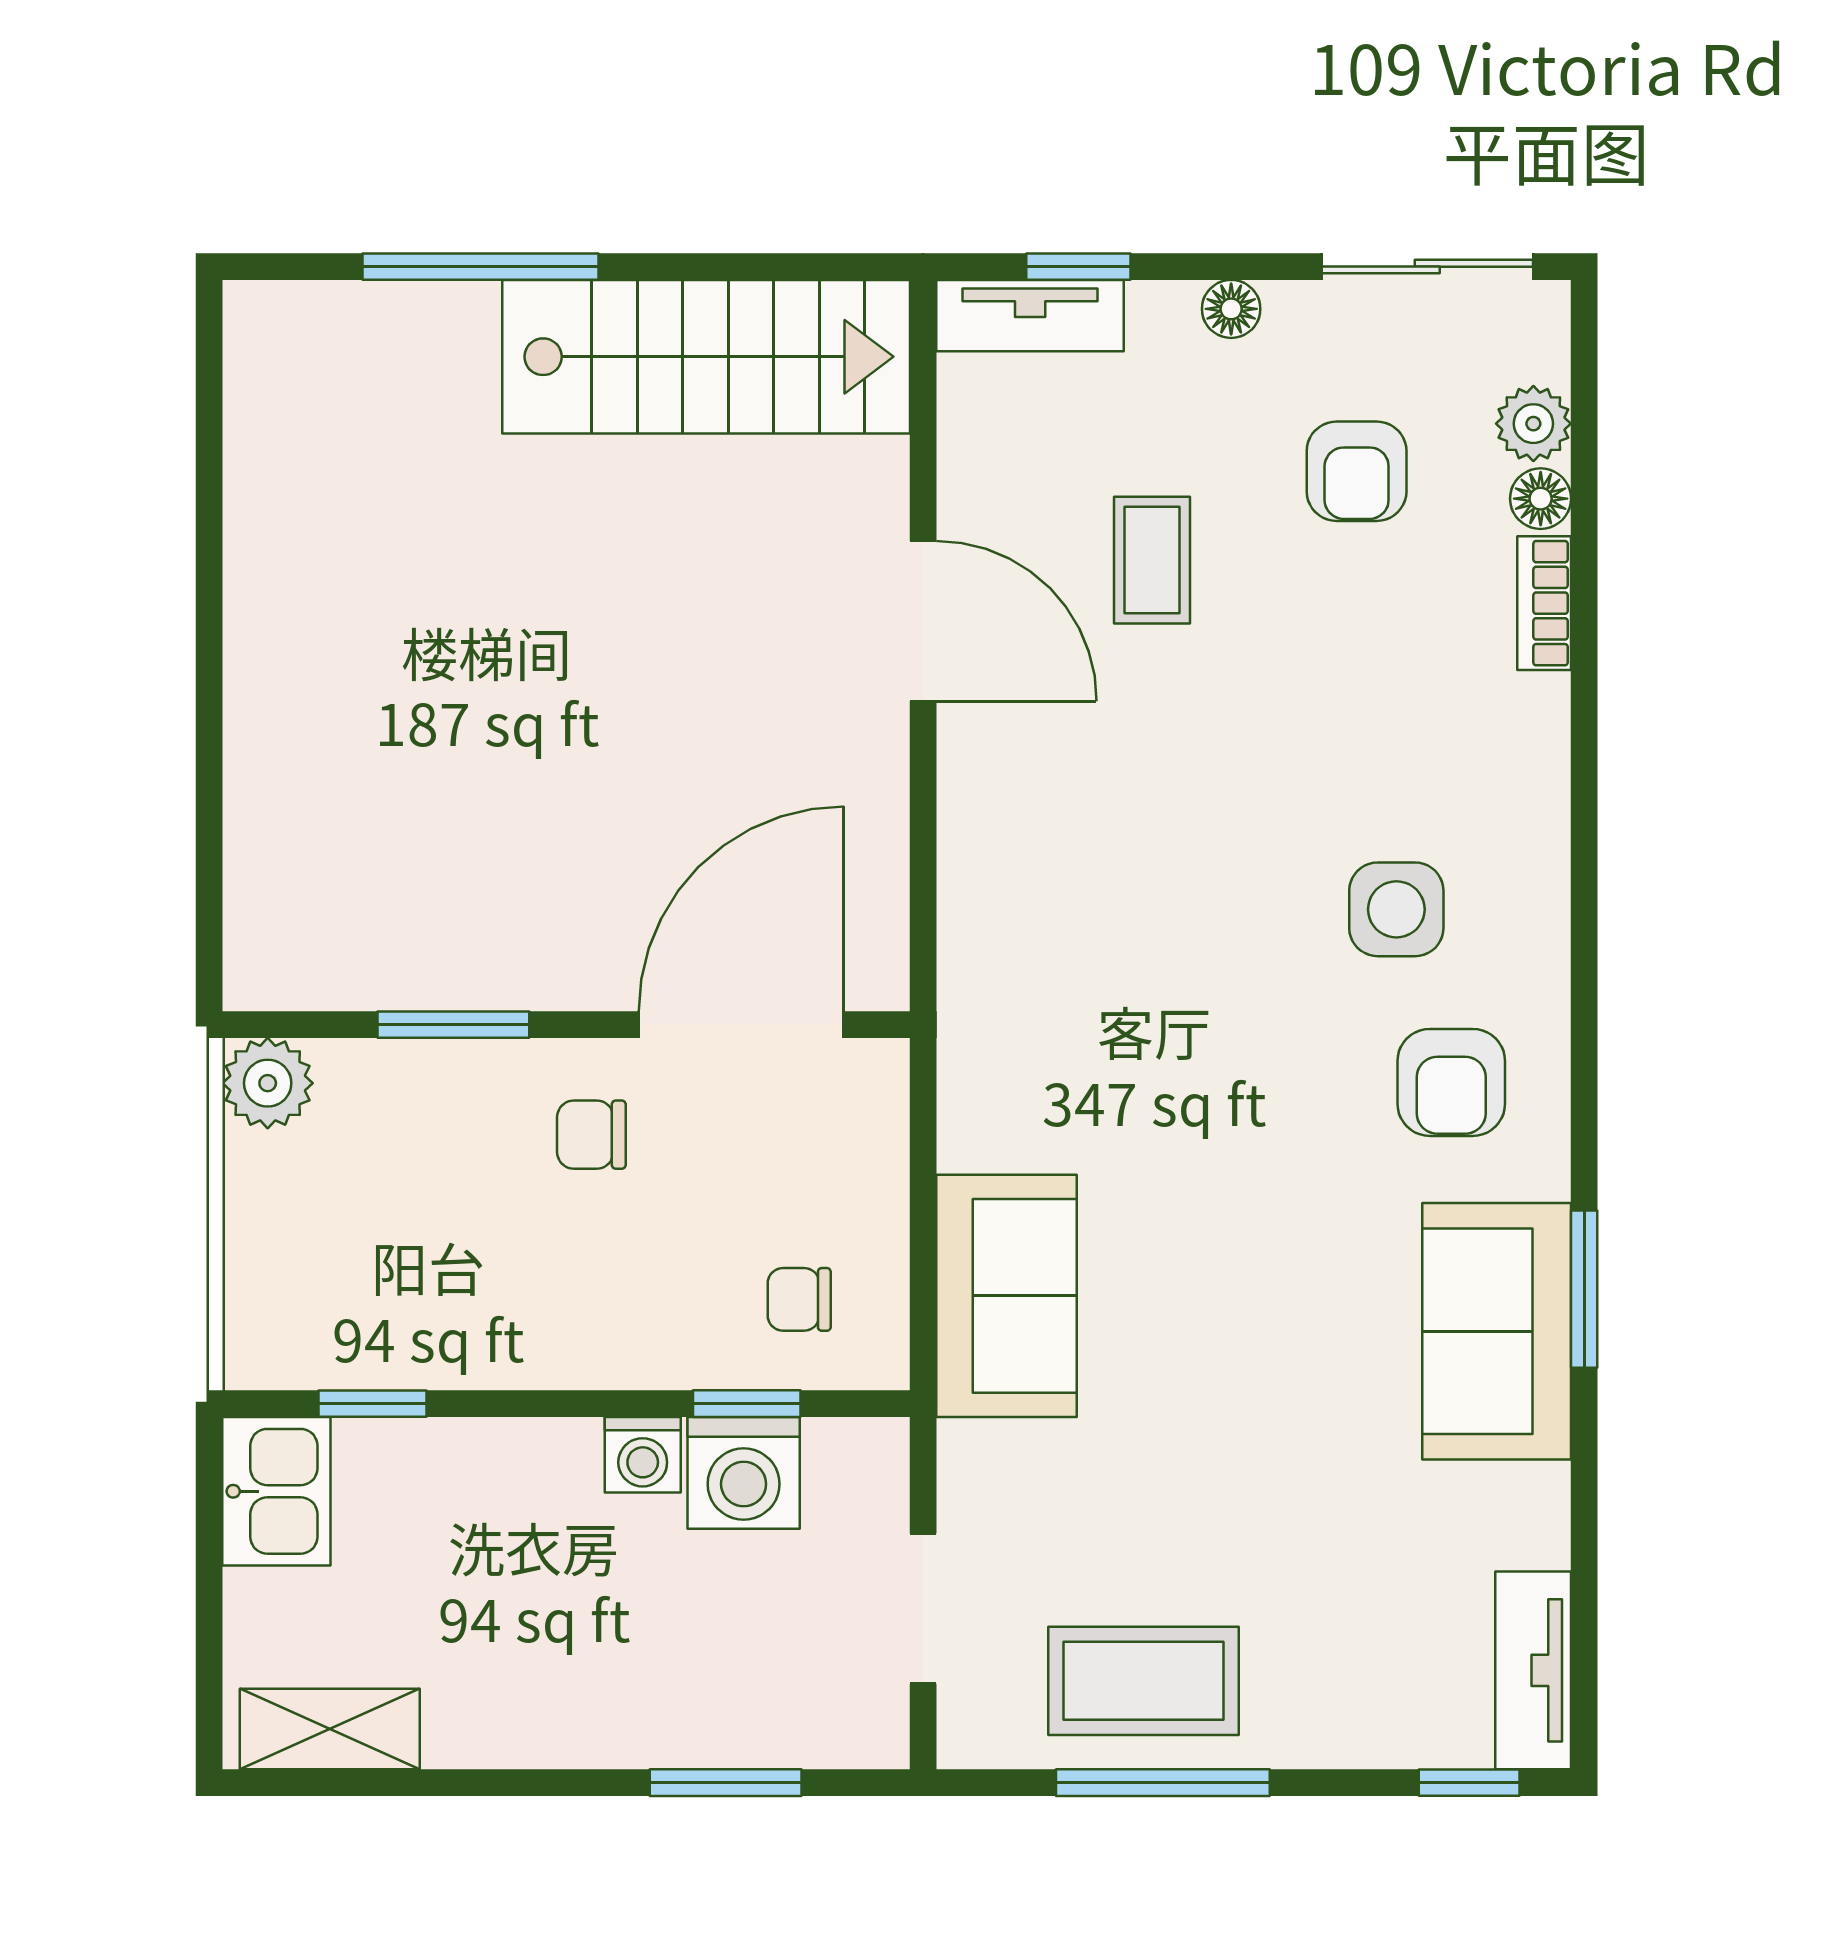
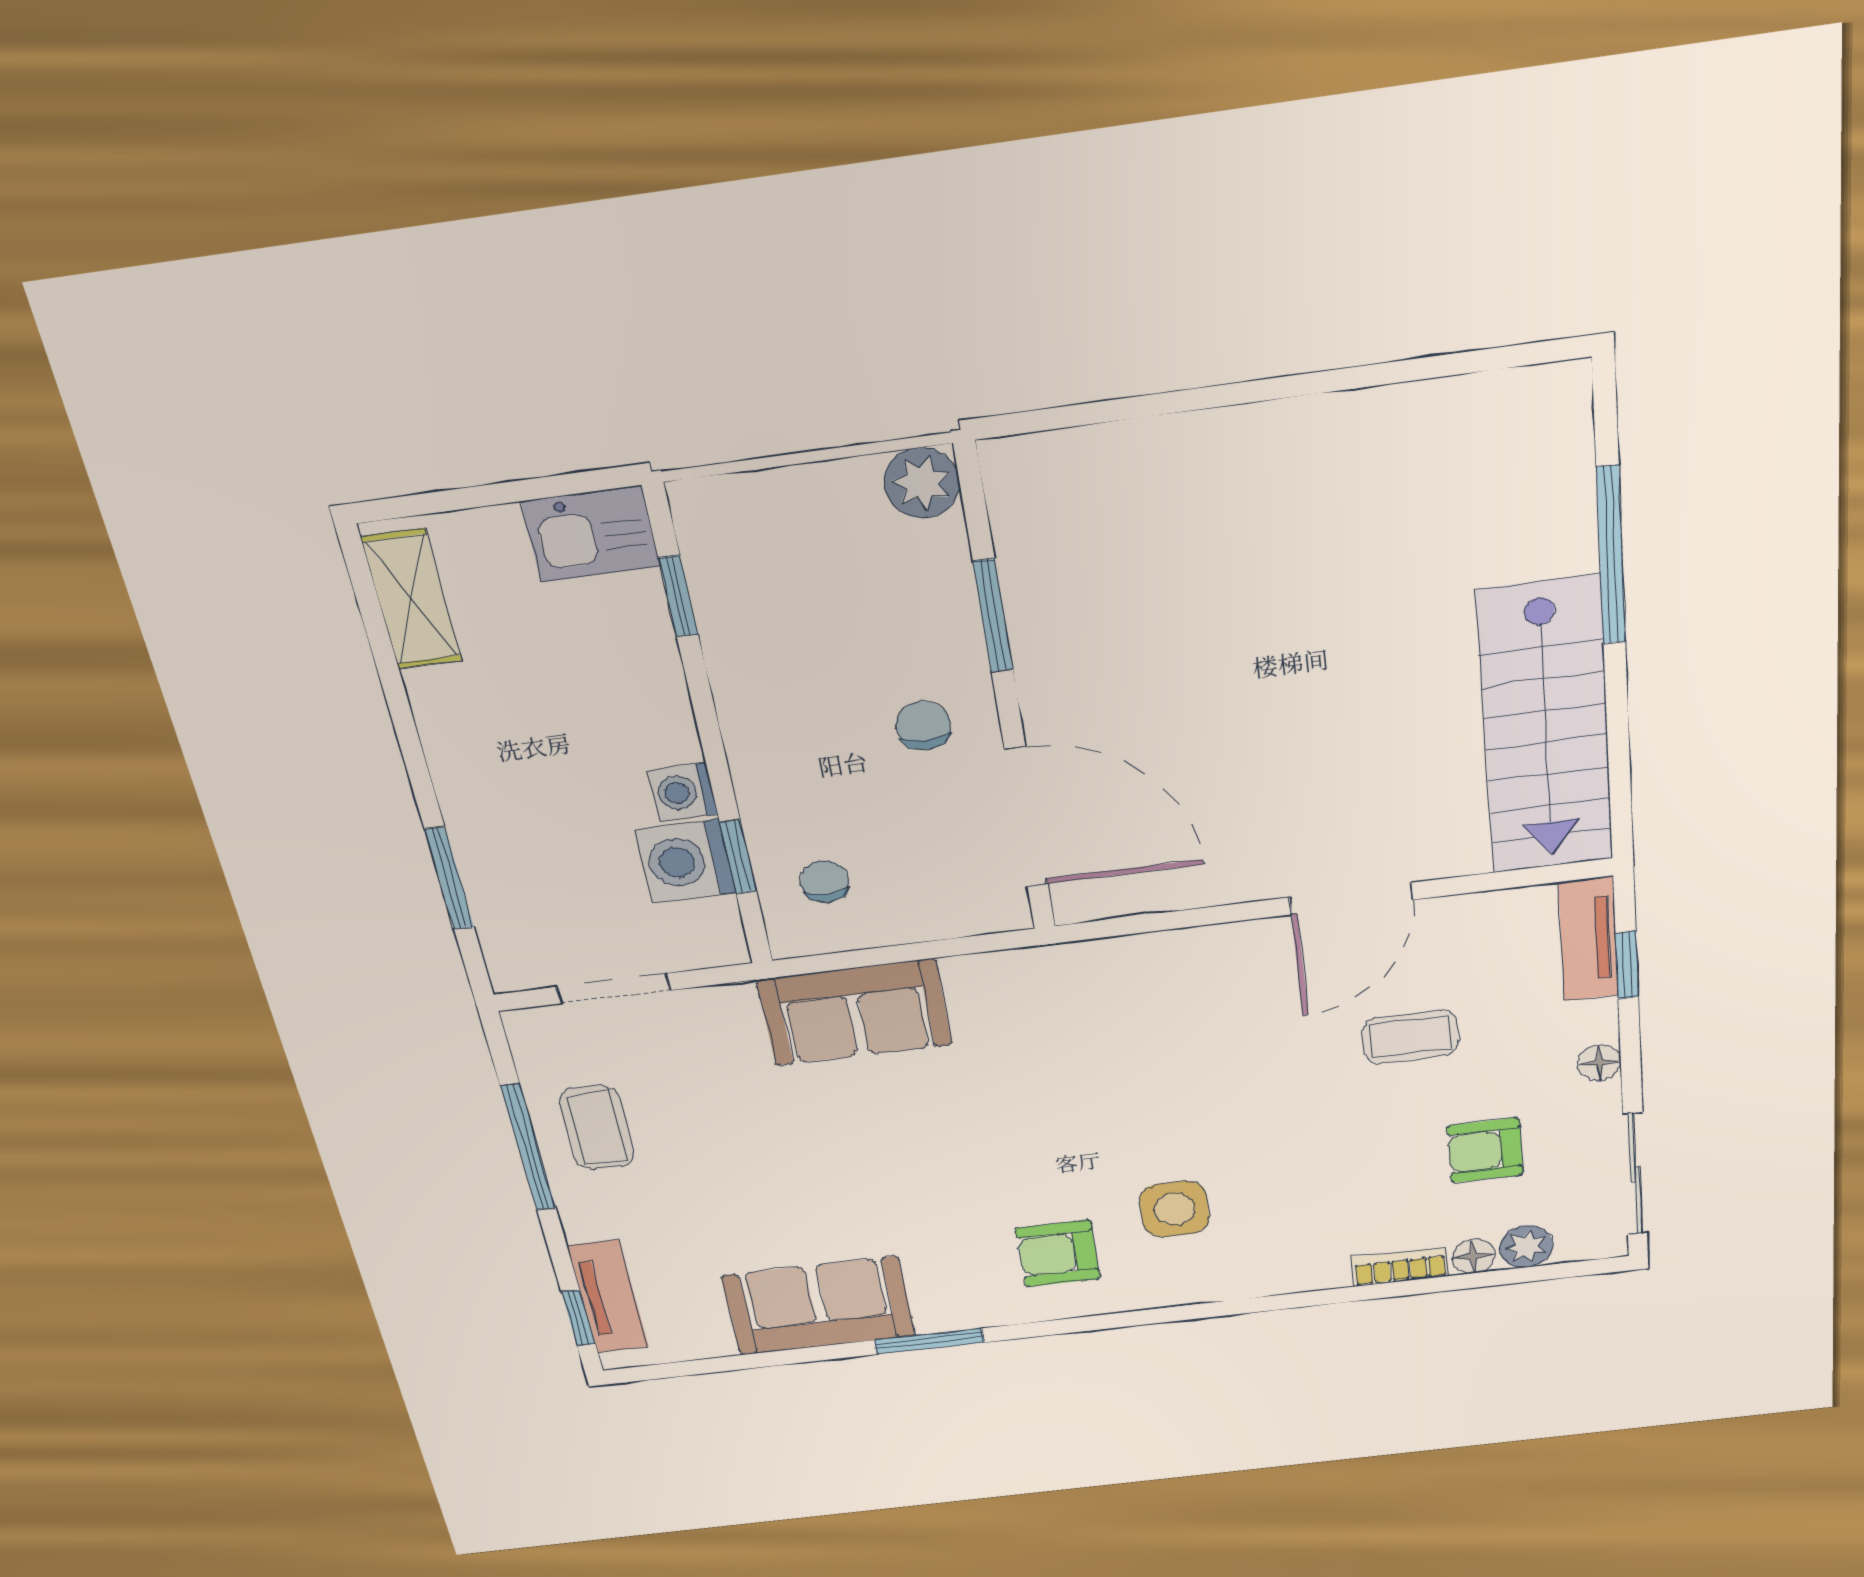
sofa: (1497, 1331) -> (819, 1306), moved
tv unit: (1533, 1670) -> (608, 1297), moved, turned 90
coffee table: (1143, 1681) -> (597, 1128), width x0.73, depth x0.77

